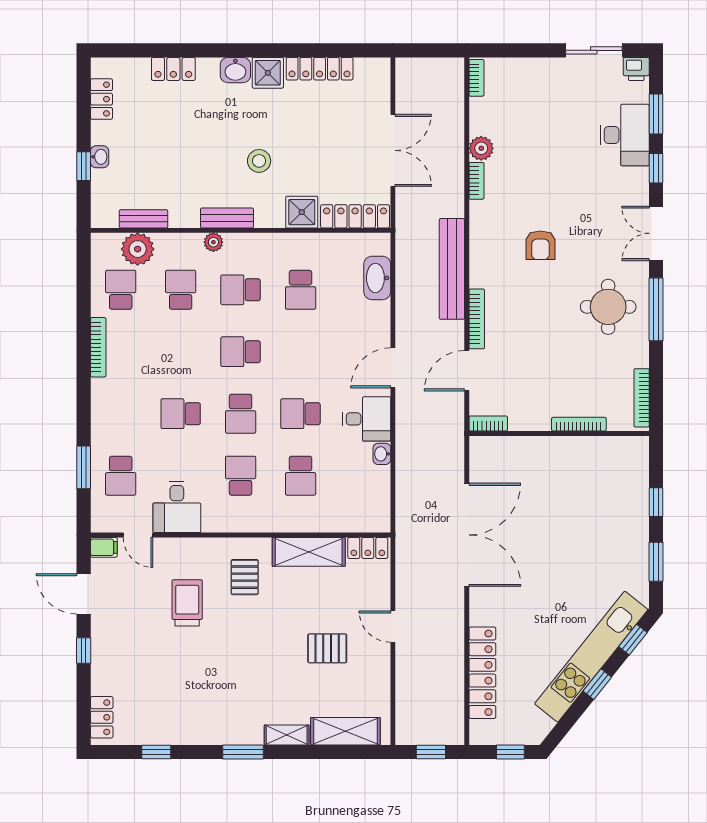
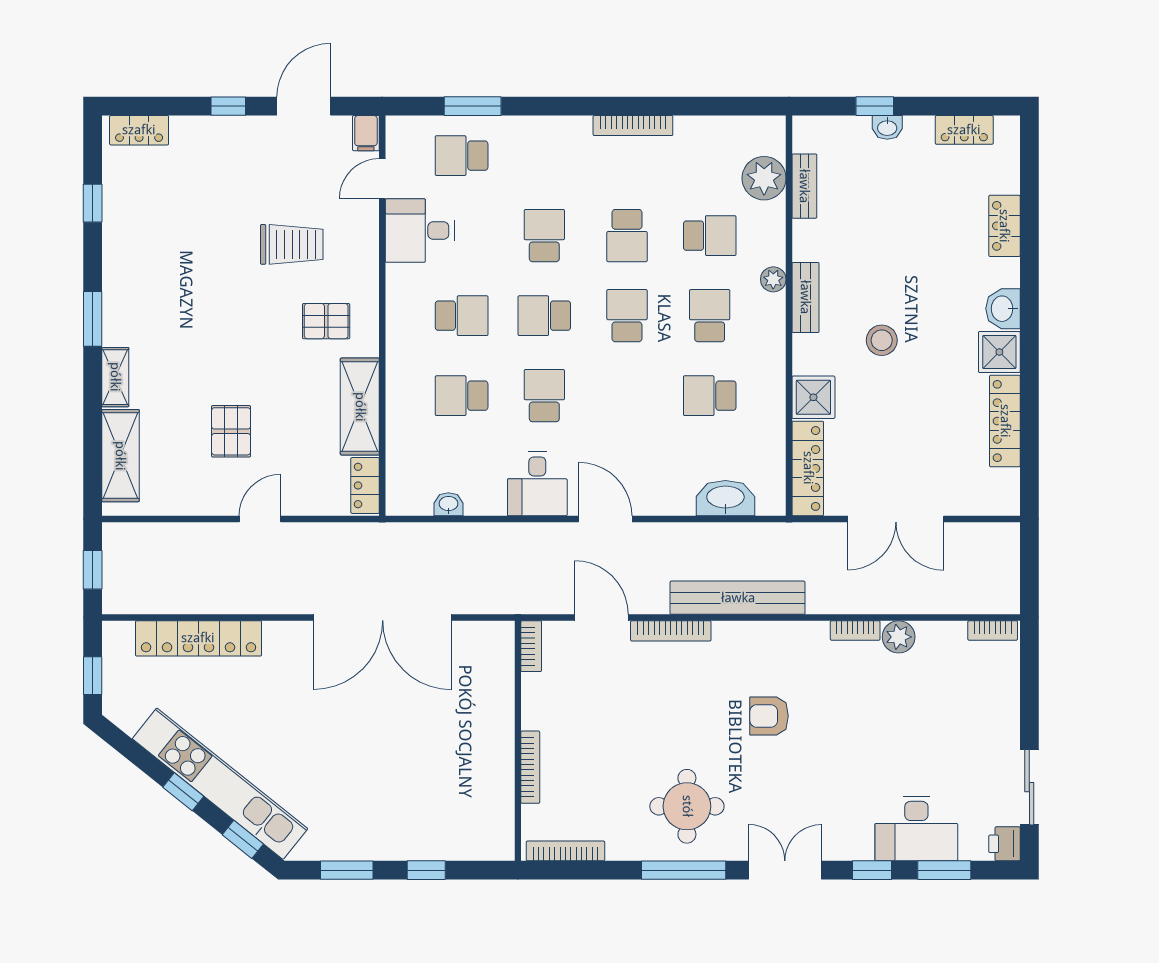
school desk: (121, 290) -> (627, 236), moved, turned 90
washbasin: (382, 454) -> (448, 504), moved

